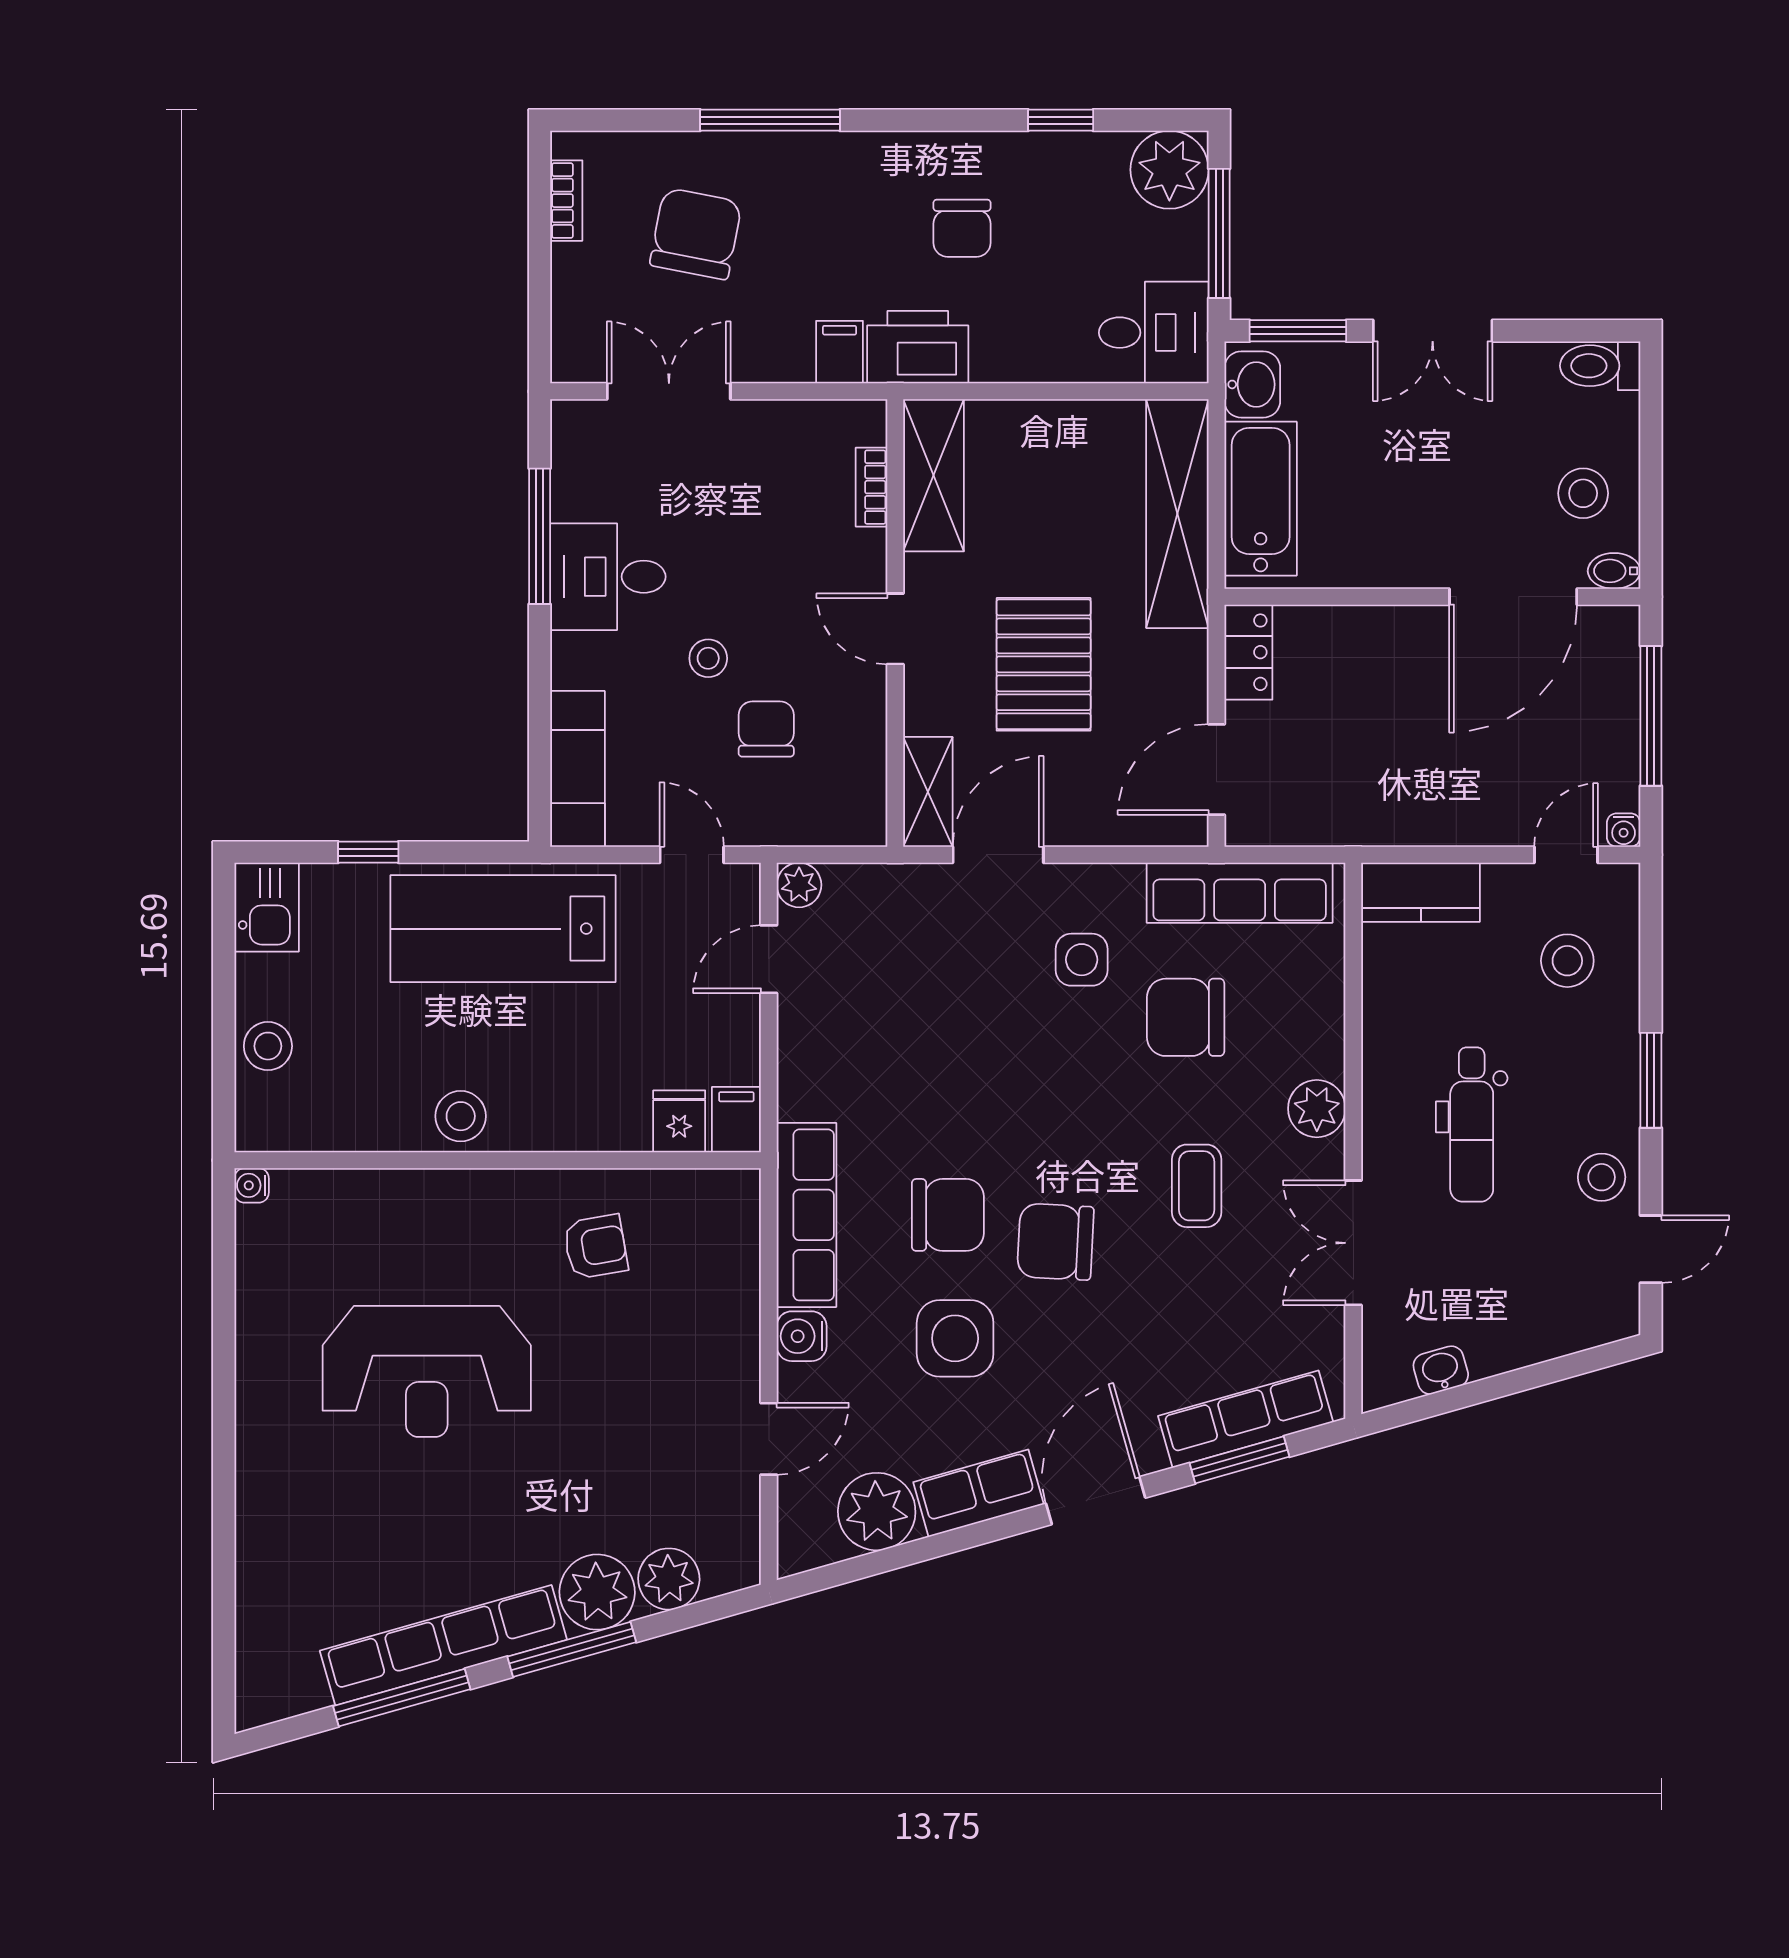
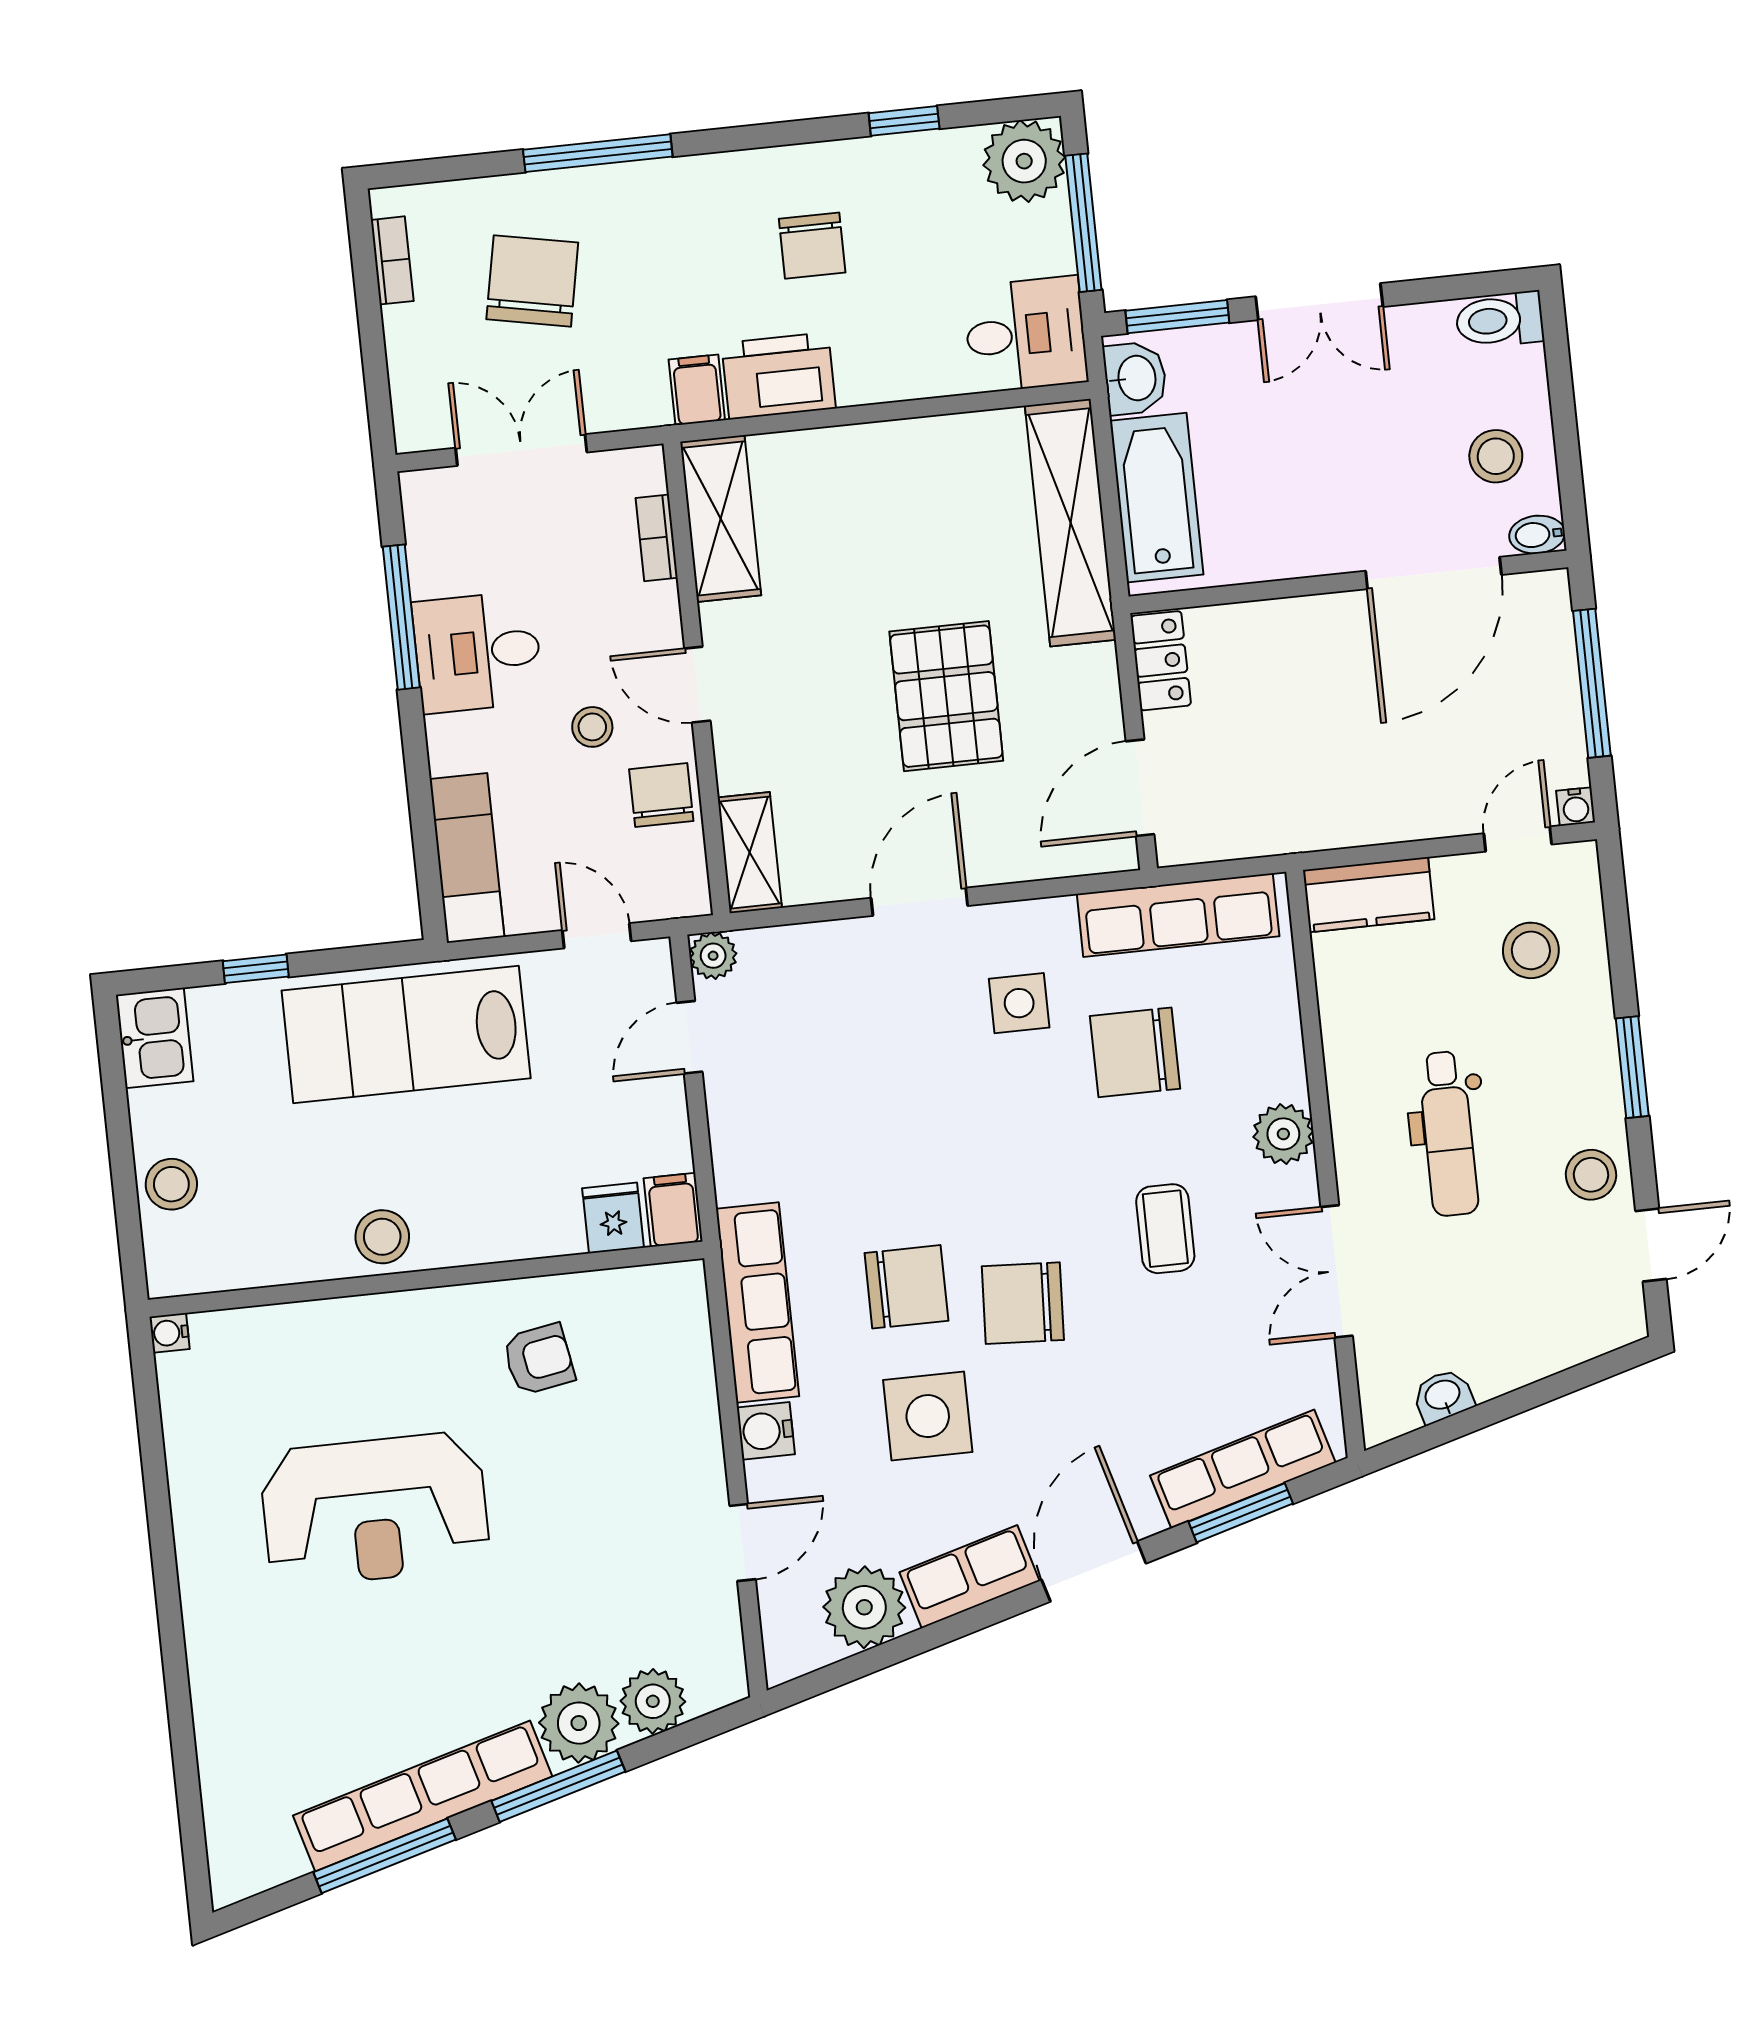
shelving: (934, 475) -> (721, 519), moved
bookcase: (871, 487) -> (657, 538), moved
wall: (895, 623) -> (697, 678), moved
door: (895, 629) -> (697, 685), moved
shelving: (928, 792) -> (750, 853), moved

